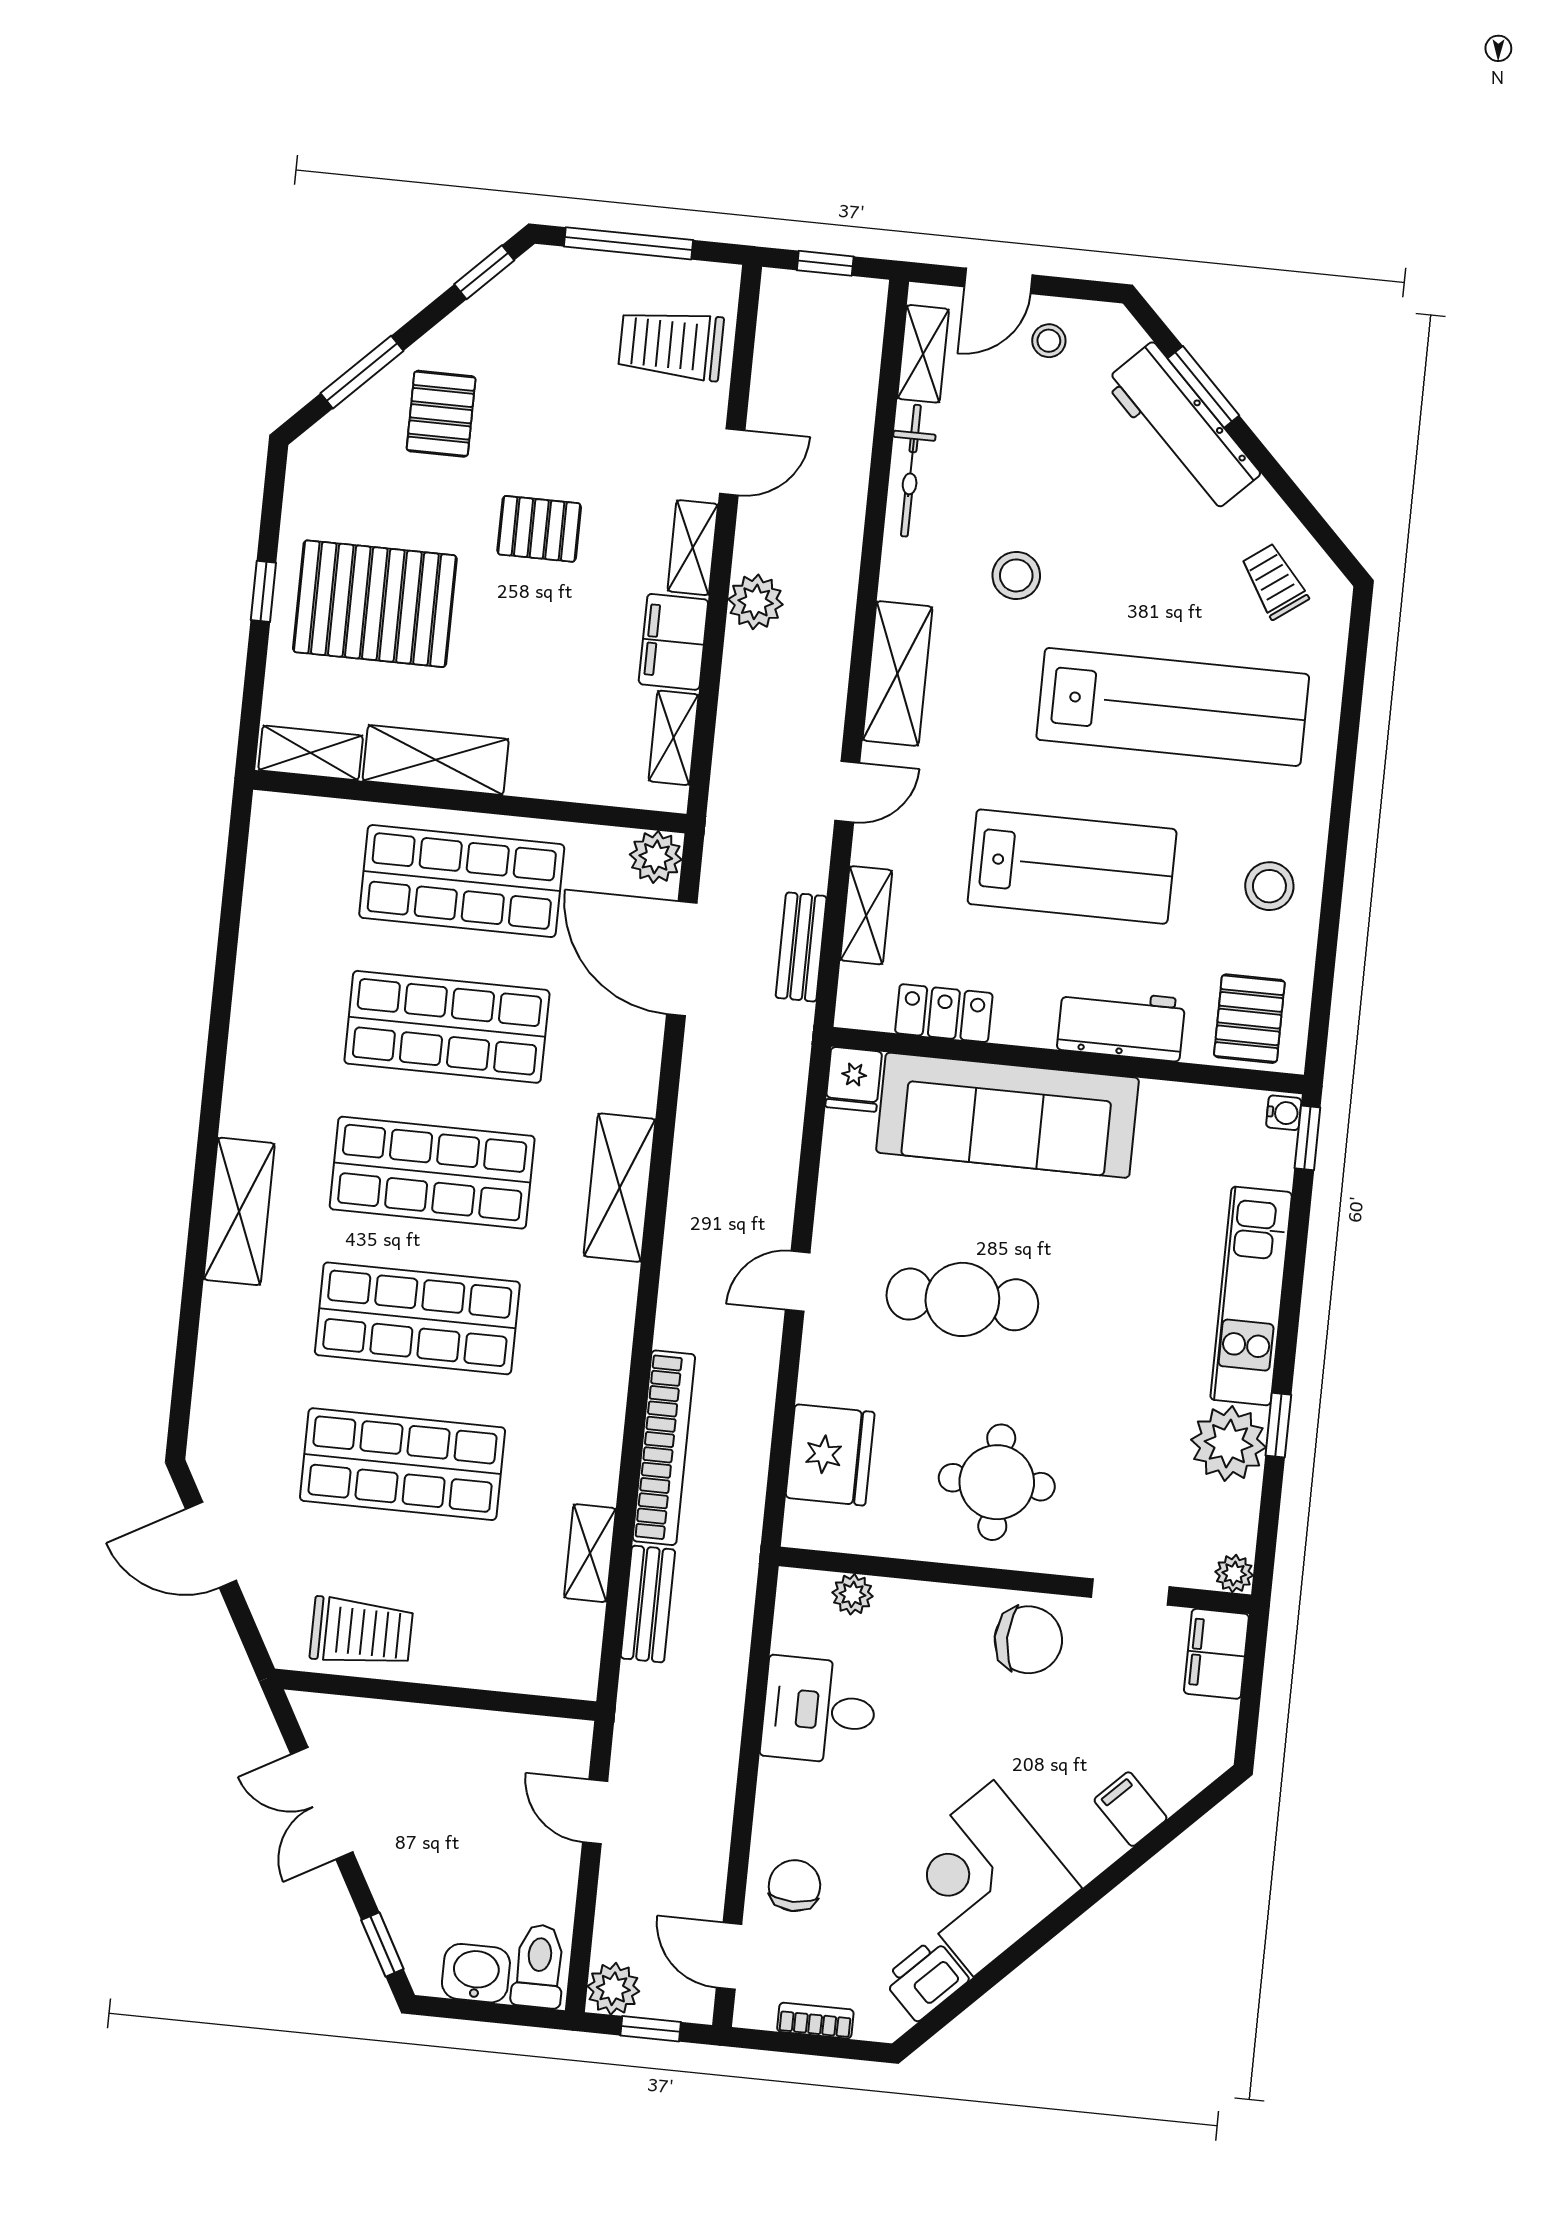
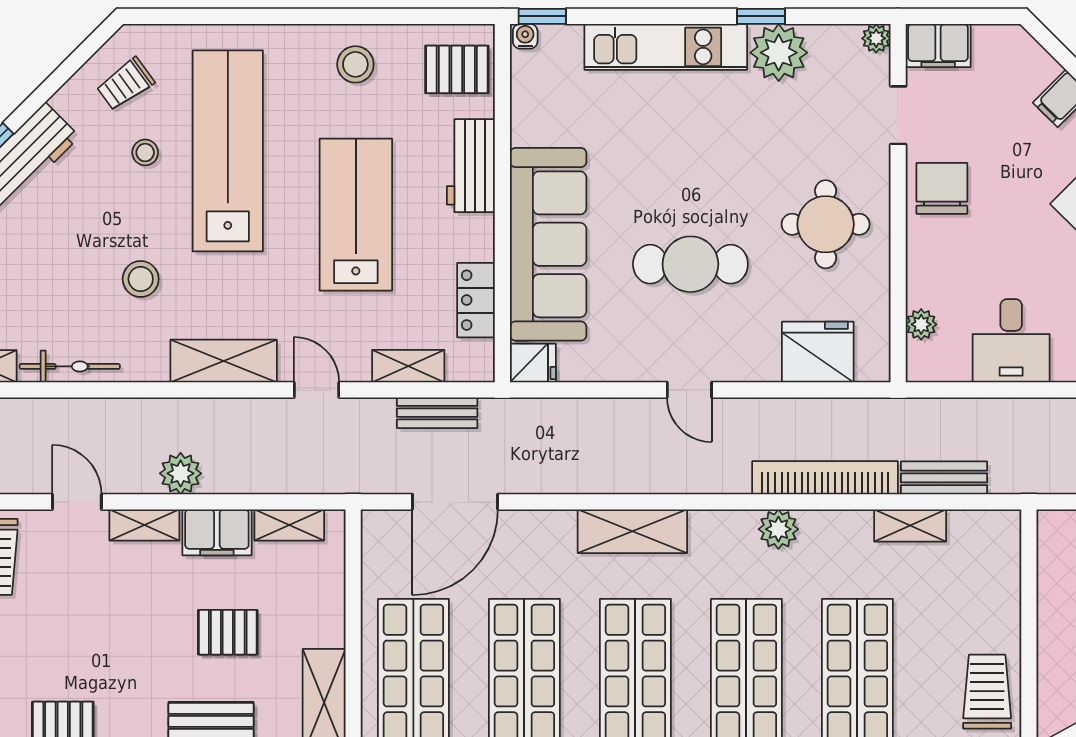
pallet: (539, 529) -> (228, 632), moved, turned 90
stool: (1182, 598) -> (145, 152), added
plant: (656, 857) -> (778, 529), moved
cafe table: (962, 1299) -> (690, 264), turned 90

